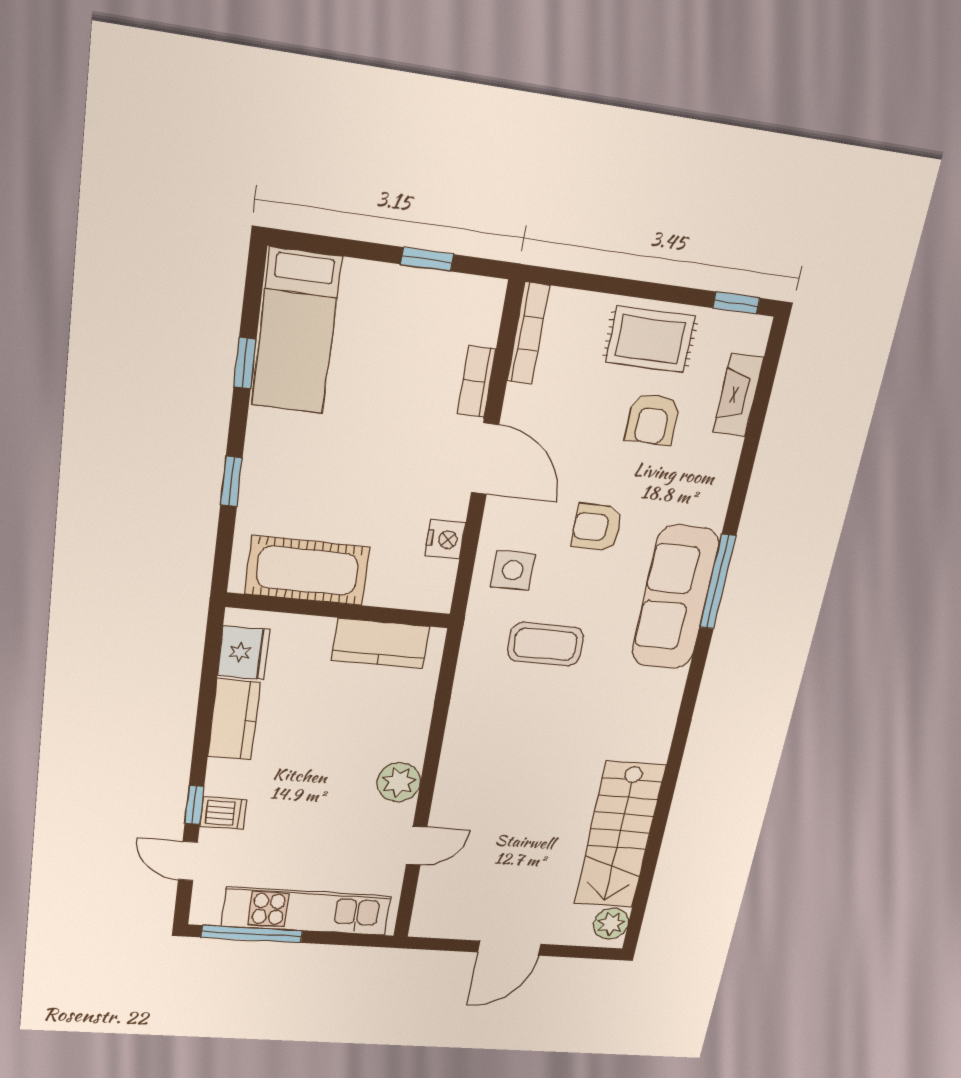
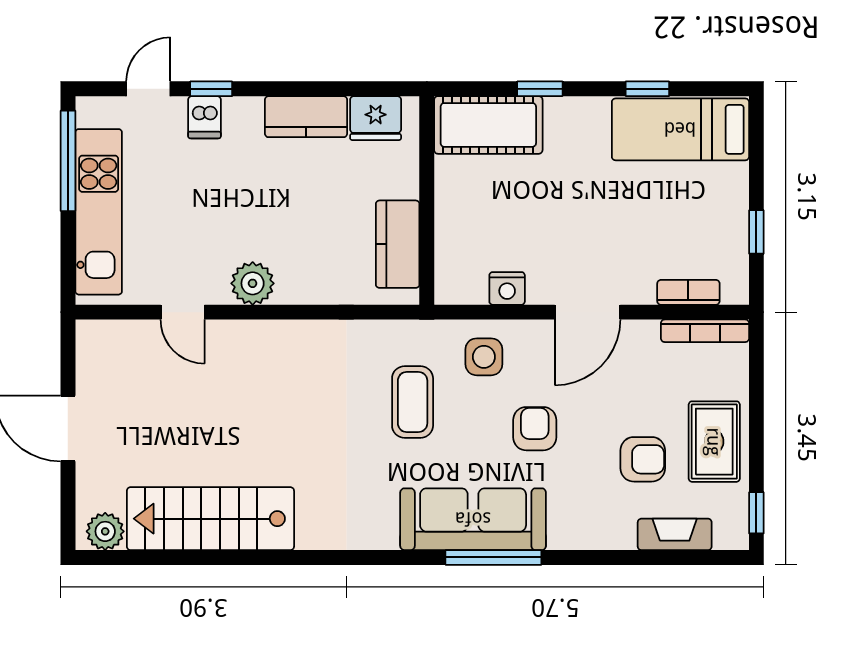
bookcase: (476, 382) -> (688, 292), moved
armchair: (653, 419) -> (643, 459), turned 180
cot: (307, 571) -> (488, 125), moved, turned 90

